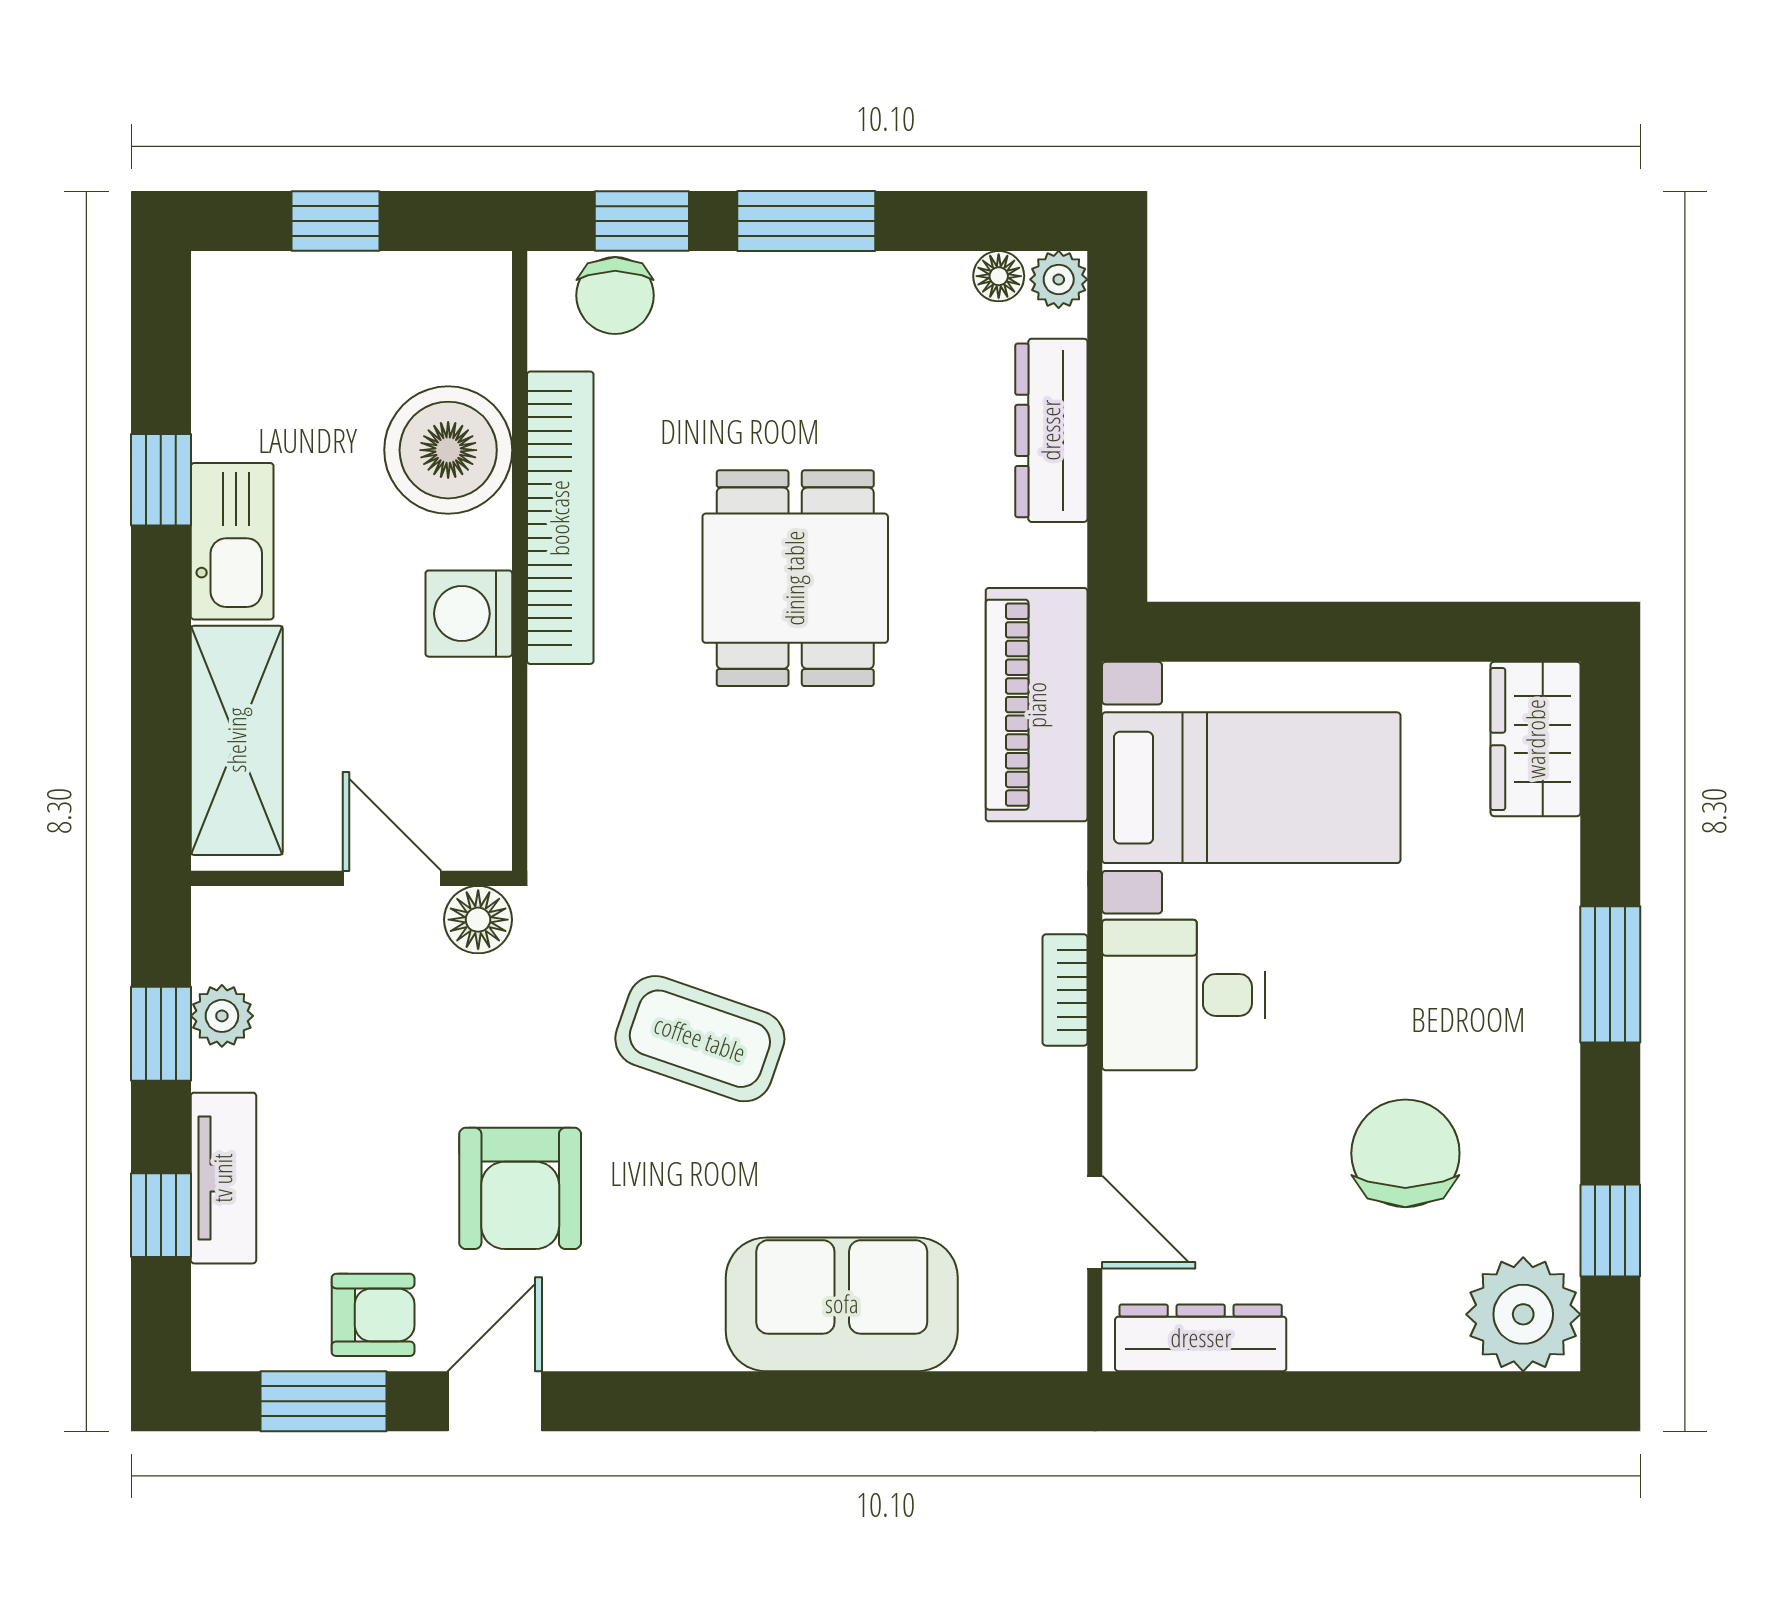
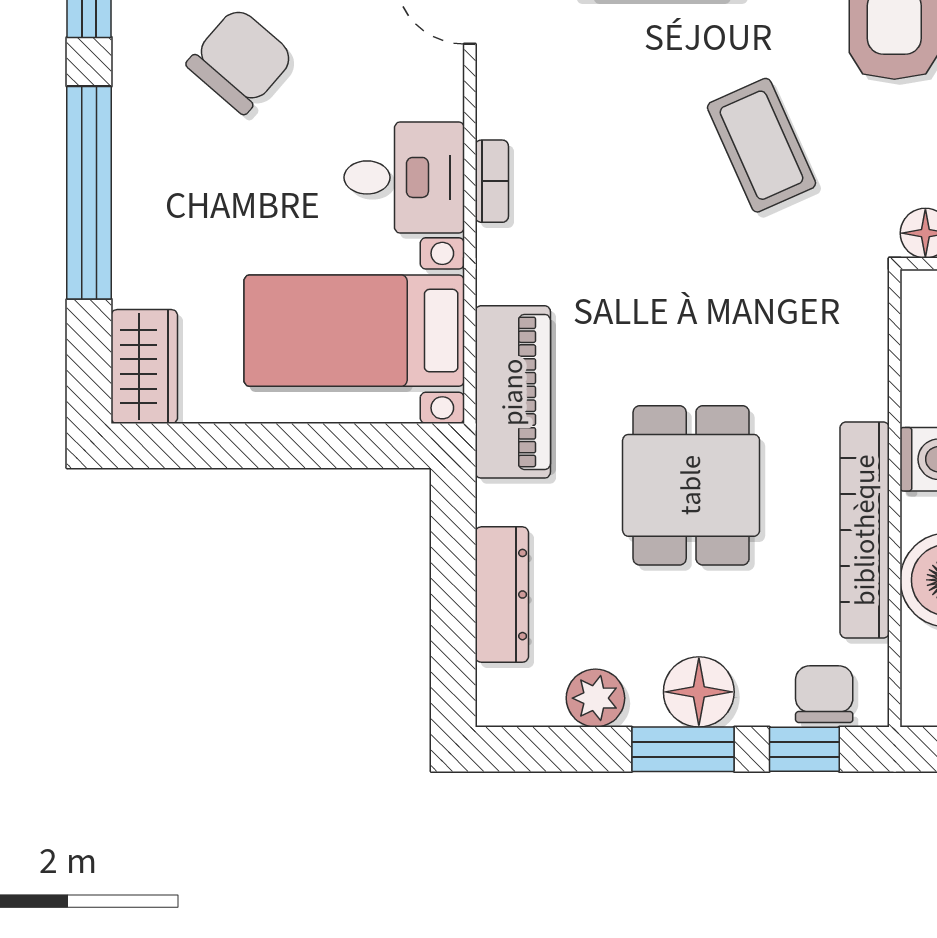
floor lamp: (999, 276) -> (699, 692), moved, width x1.89, depth x1.89
plant: (1059, 279) -> (595, 698), moved, width x1.38, depth x1.38
window: (1610, 974) -> (89, 193), width x2.11
coffee table: (700, 1039) -> (761, 145), turned 47
chair: (1405, 1153) -> (240, 61), turned -139

